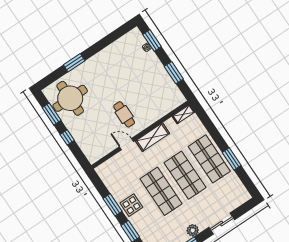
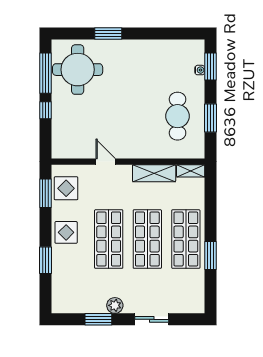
window: (52, 114) -> (45, 73), width x1.44
cafe table: (124, 114) -> (178, 116), moved, width x1.37, depth x1.35
shelving: (152, 137) -> (154, 173), moved
display table: (113, 178) -> (66, 188), added
window: (113, 205) -> (45, 193), moved

